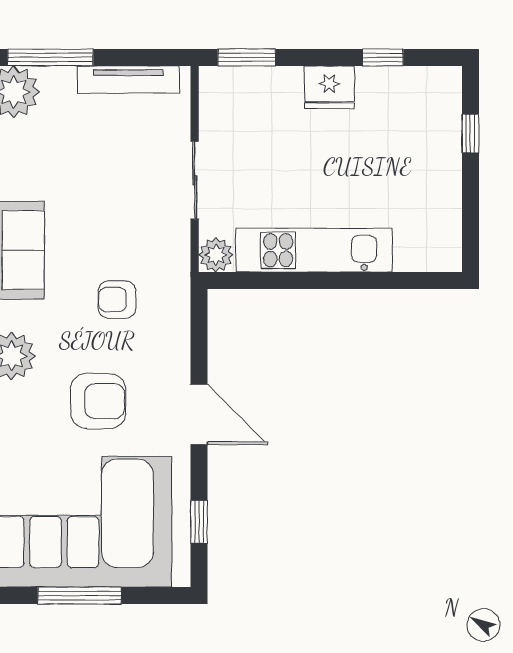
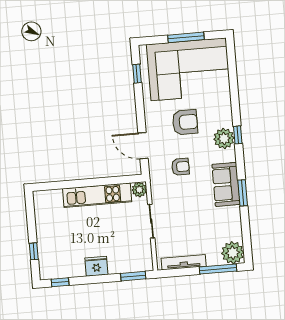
window: (383, 57) -> (60, 282), moved
armchair: (98, 401) -> (185, 122), turned 180
door: (199, 414) -> (143, 146), moved

